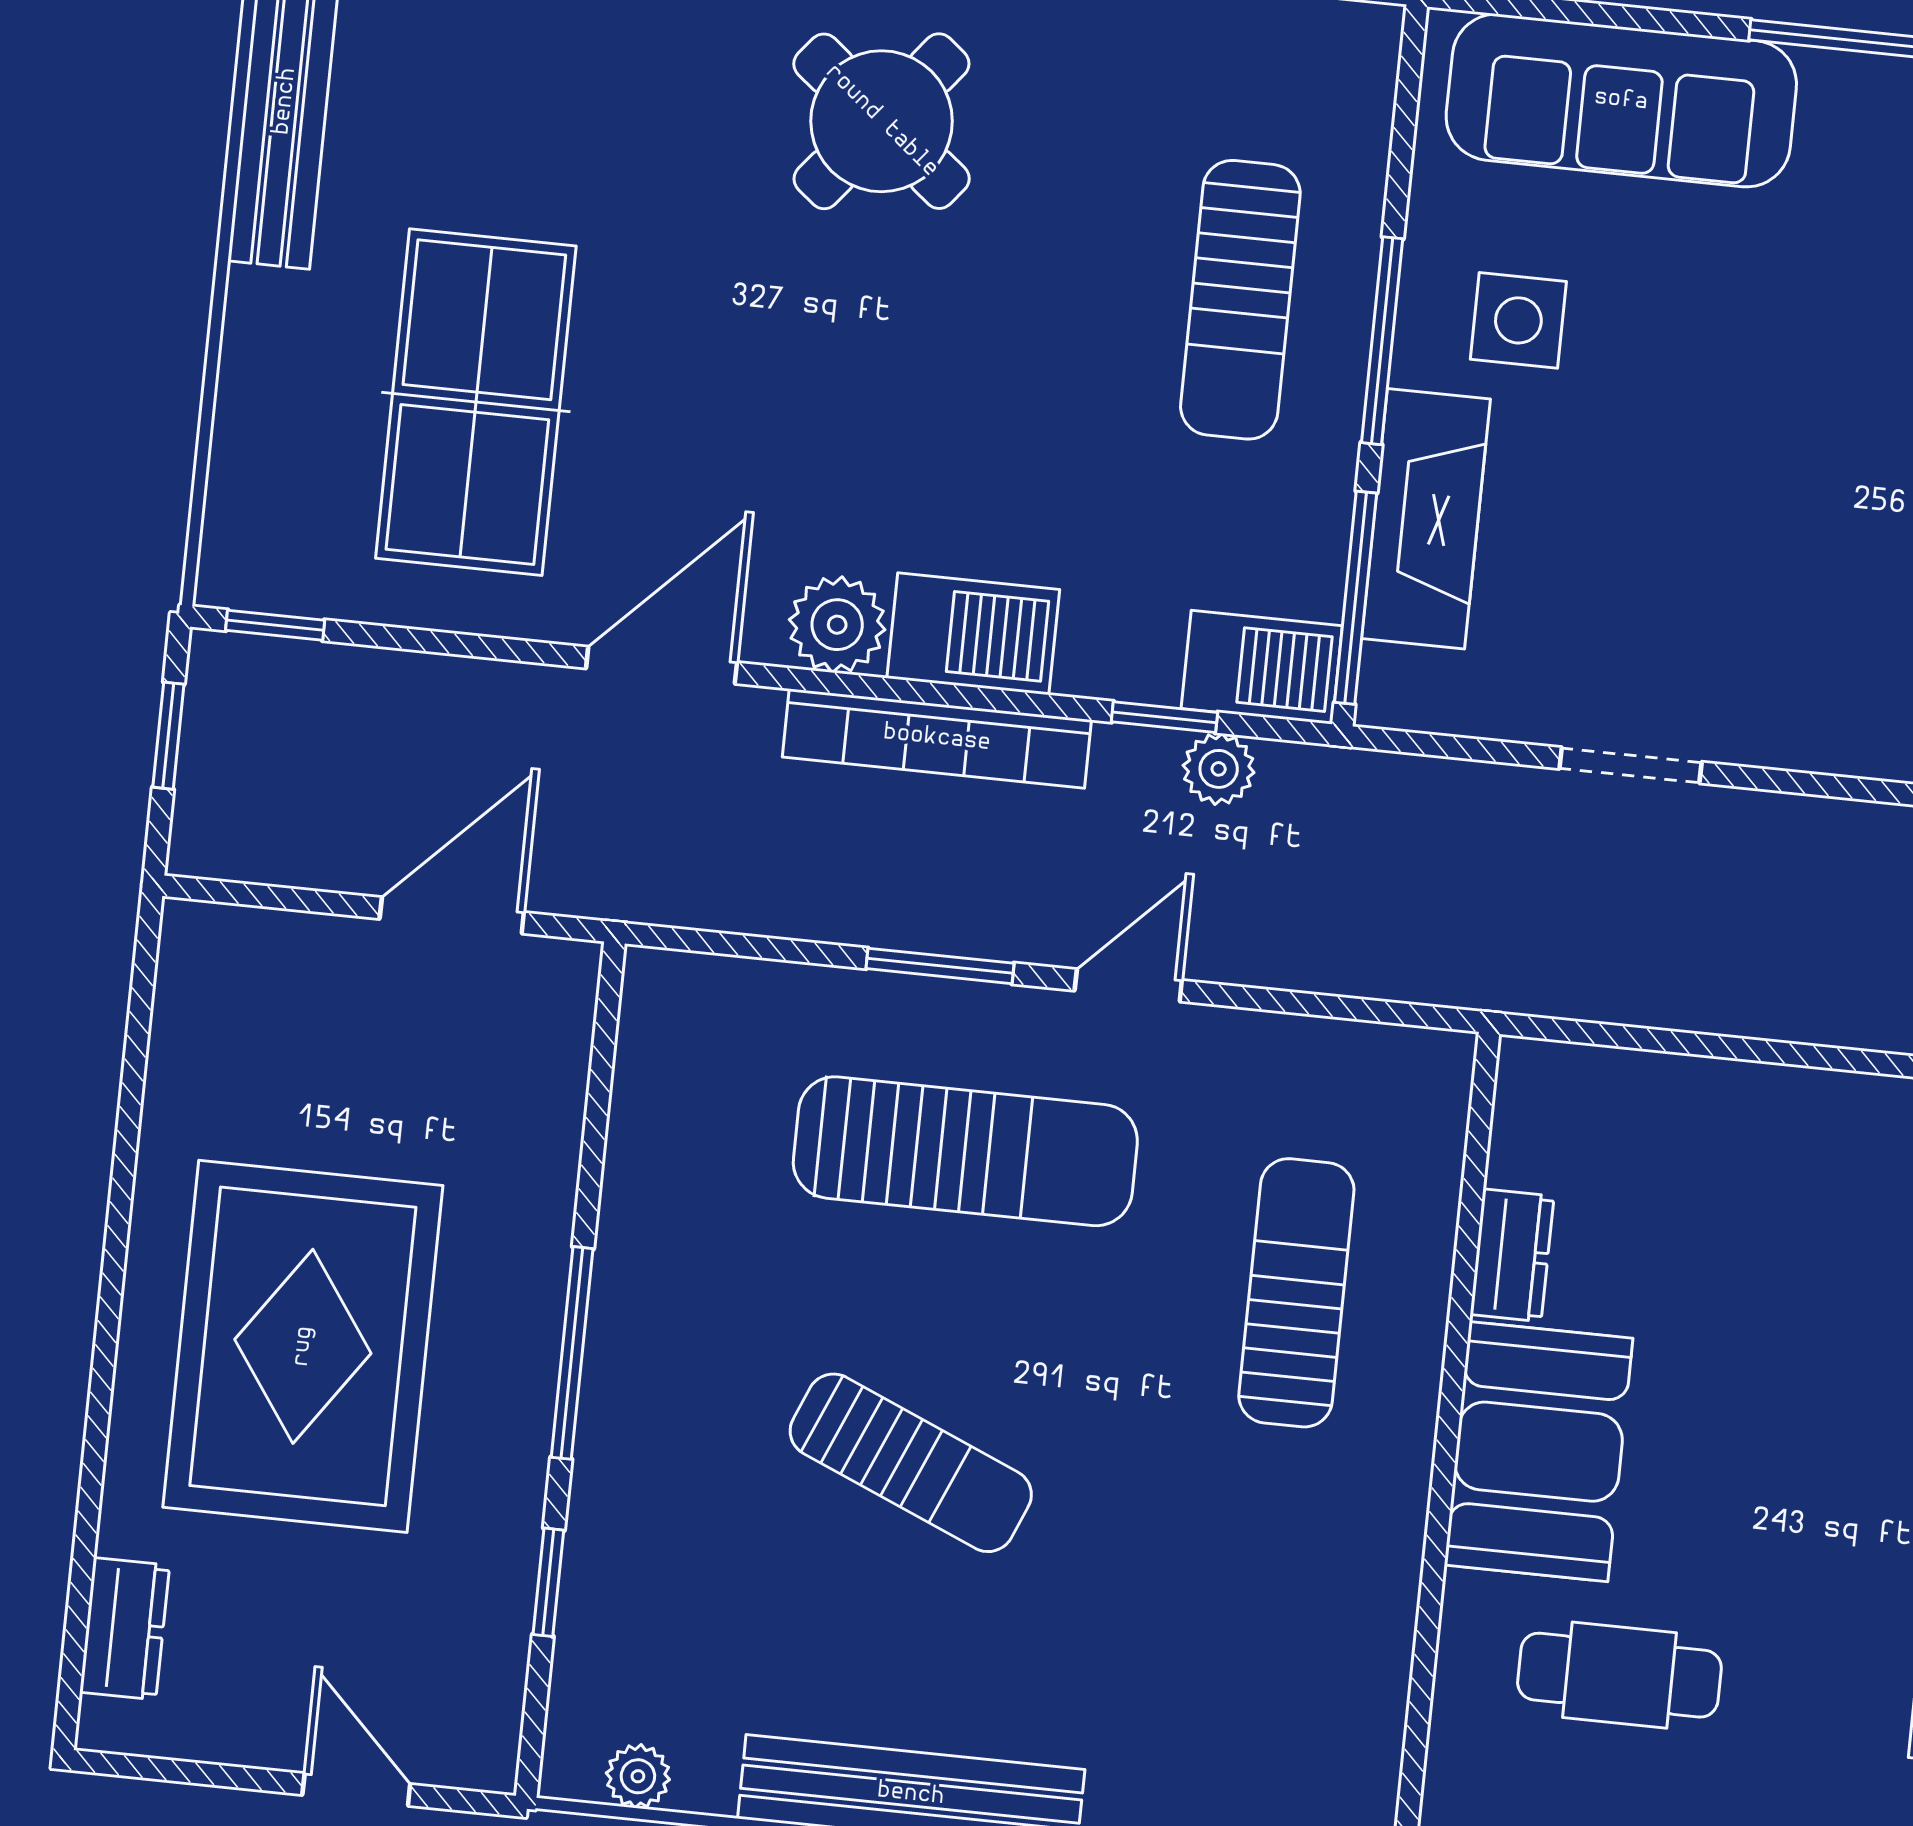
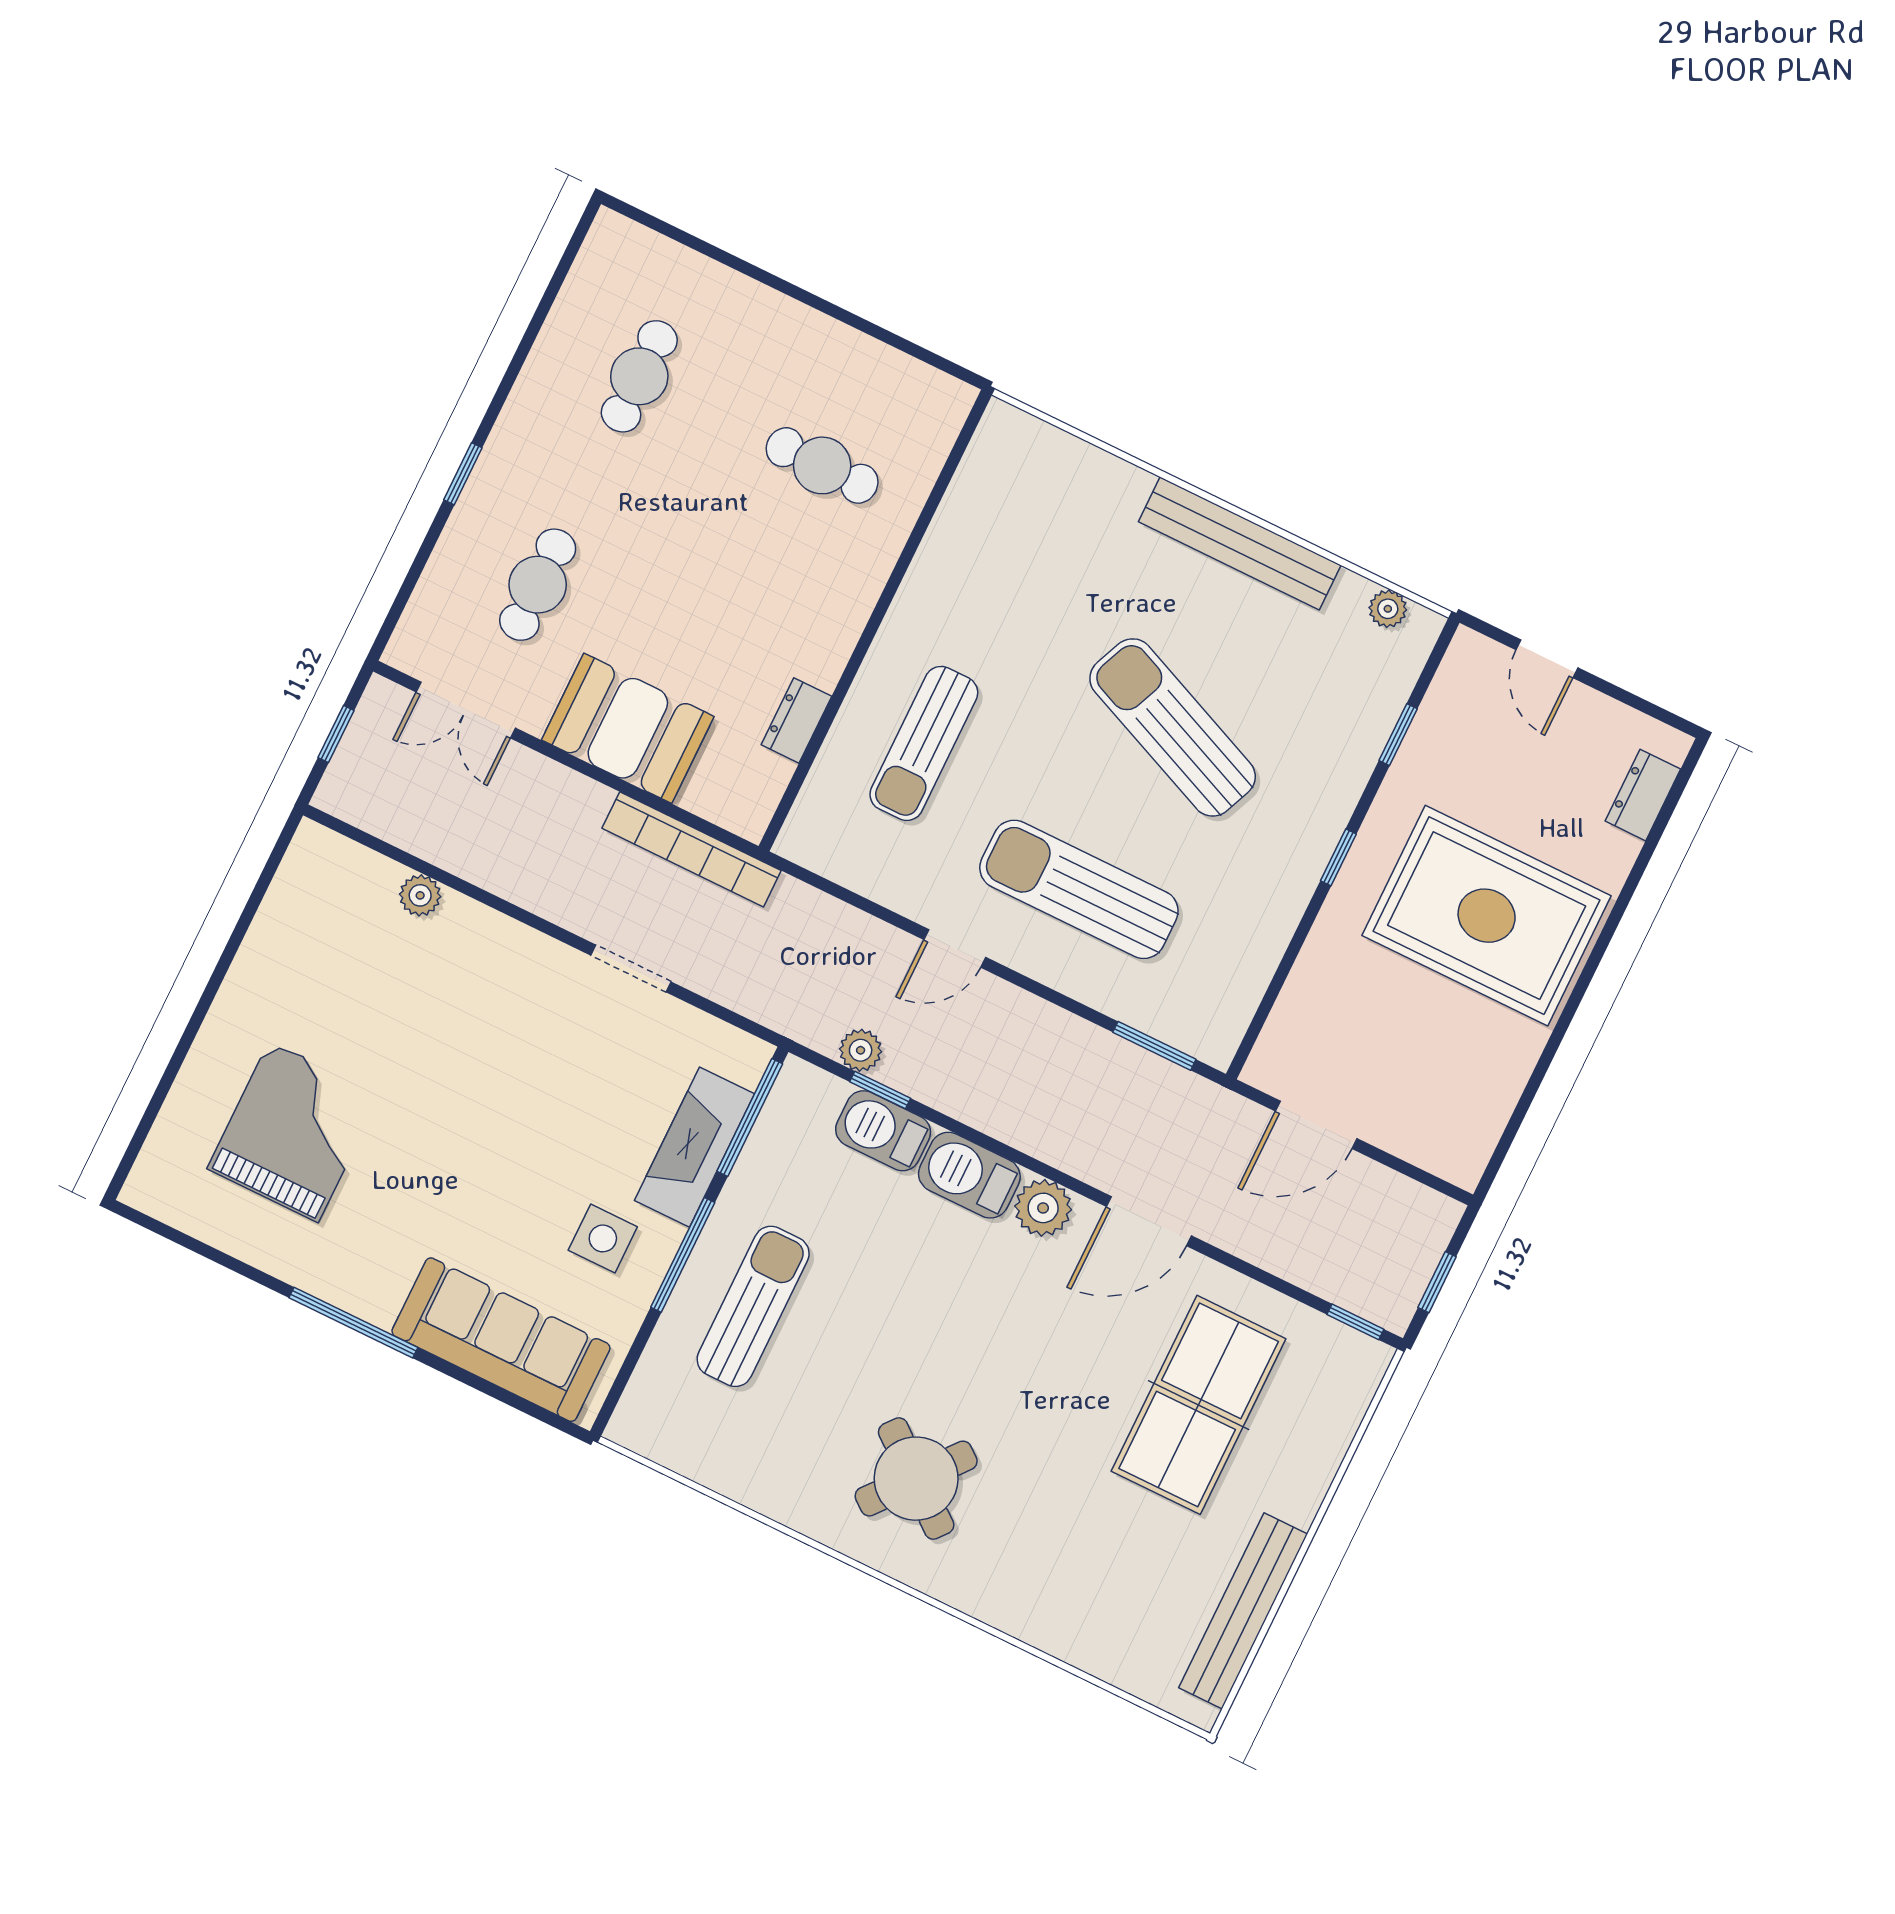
barbecue: (1262, 667) -> (883, 1131), moved
bookcase: (937, 738) -> (692, 849), moved, turned 180
window: (940, 966) -> (1154, 1046), moved
rug: (303, 1346) -> (1487, 916), turned 90
window: (572, 1353) -> (1338, 857), width x0.46
booth: (1539, 1452) -> (628, 728), moved, turned 90
sun lounger: (911, 1463) -> (1173, 727), width x1.36, depth x1.34

